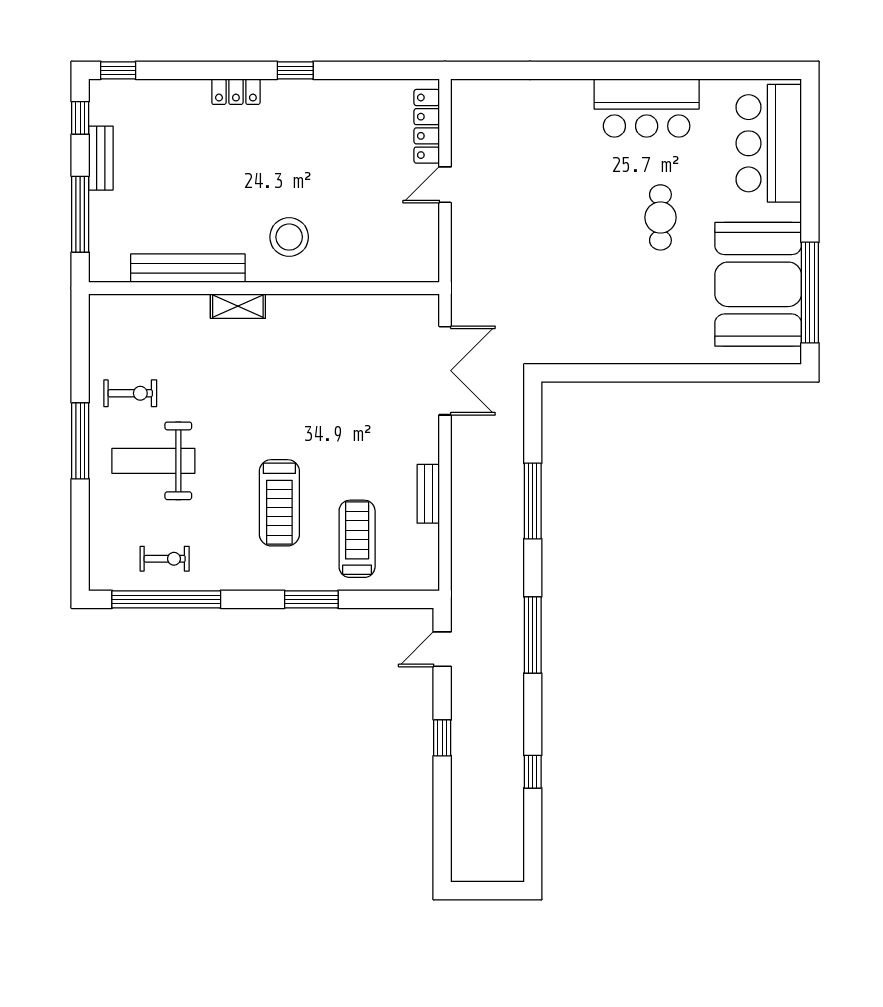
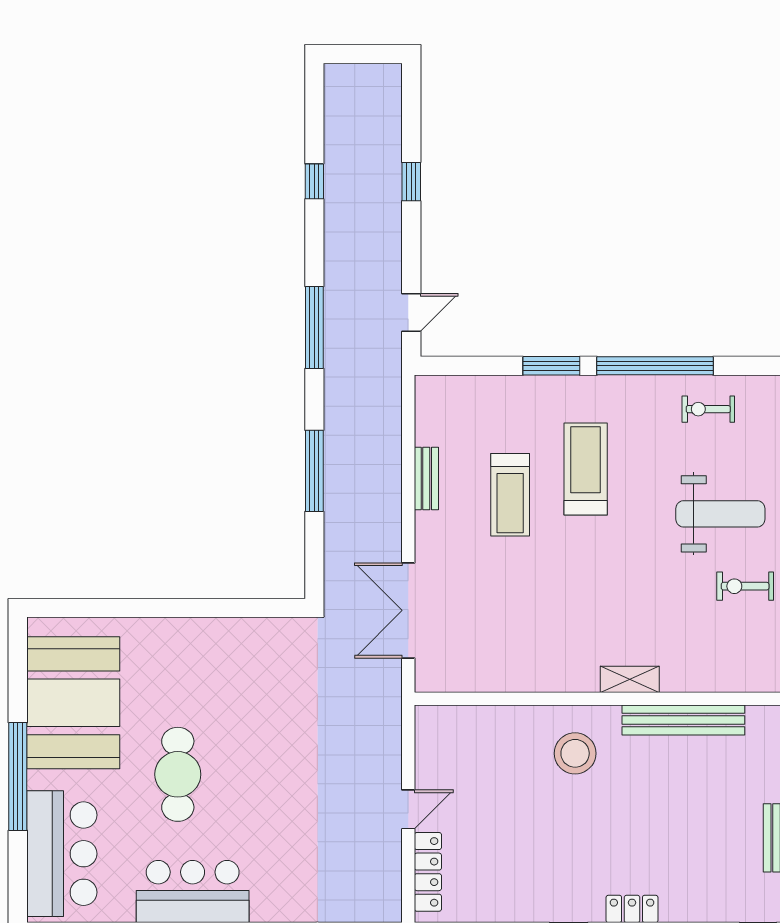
cafe table: (660, 217) -> (178, 774), width x1.37, depth x1.35
window: (810, 293) -> (18, 777), moved
treadmill: (357, 539) -> (510, 495), moved
window: (166, 599) -> (655, 366), moved
window: (442, 738) -> (411, 182), moved

